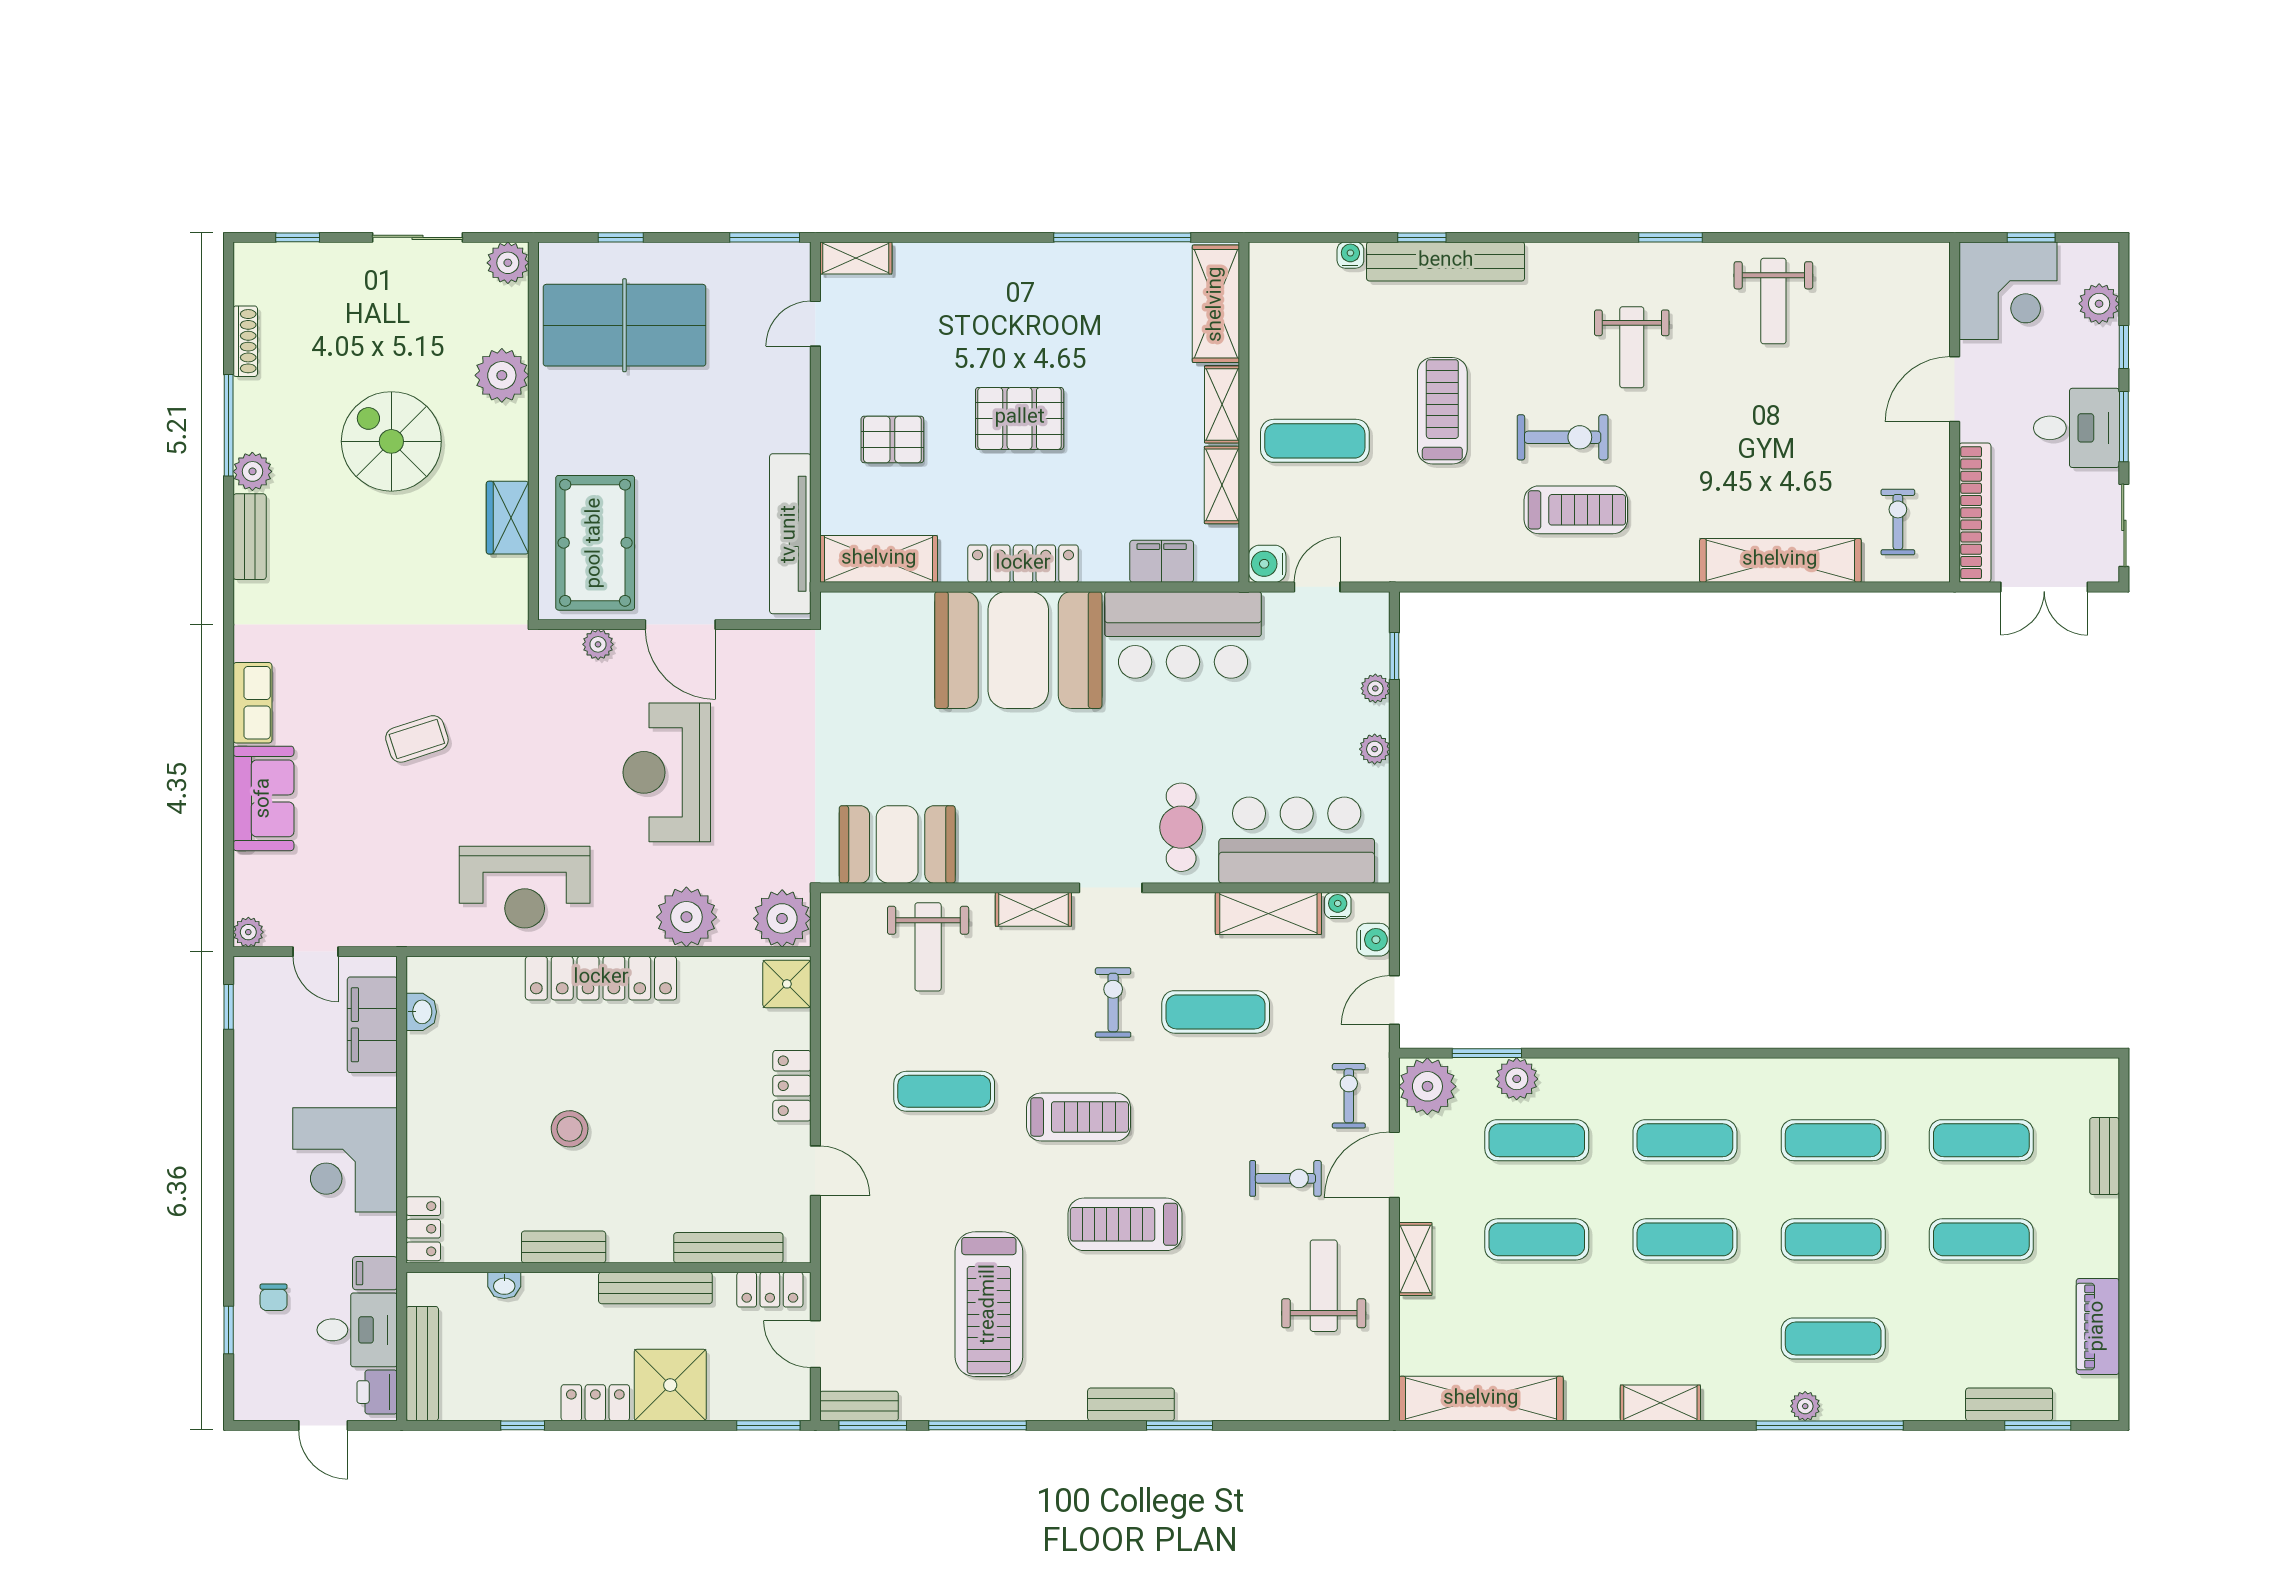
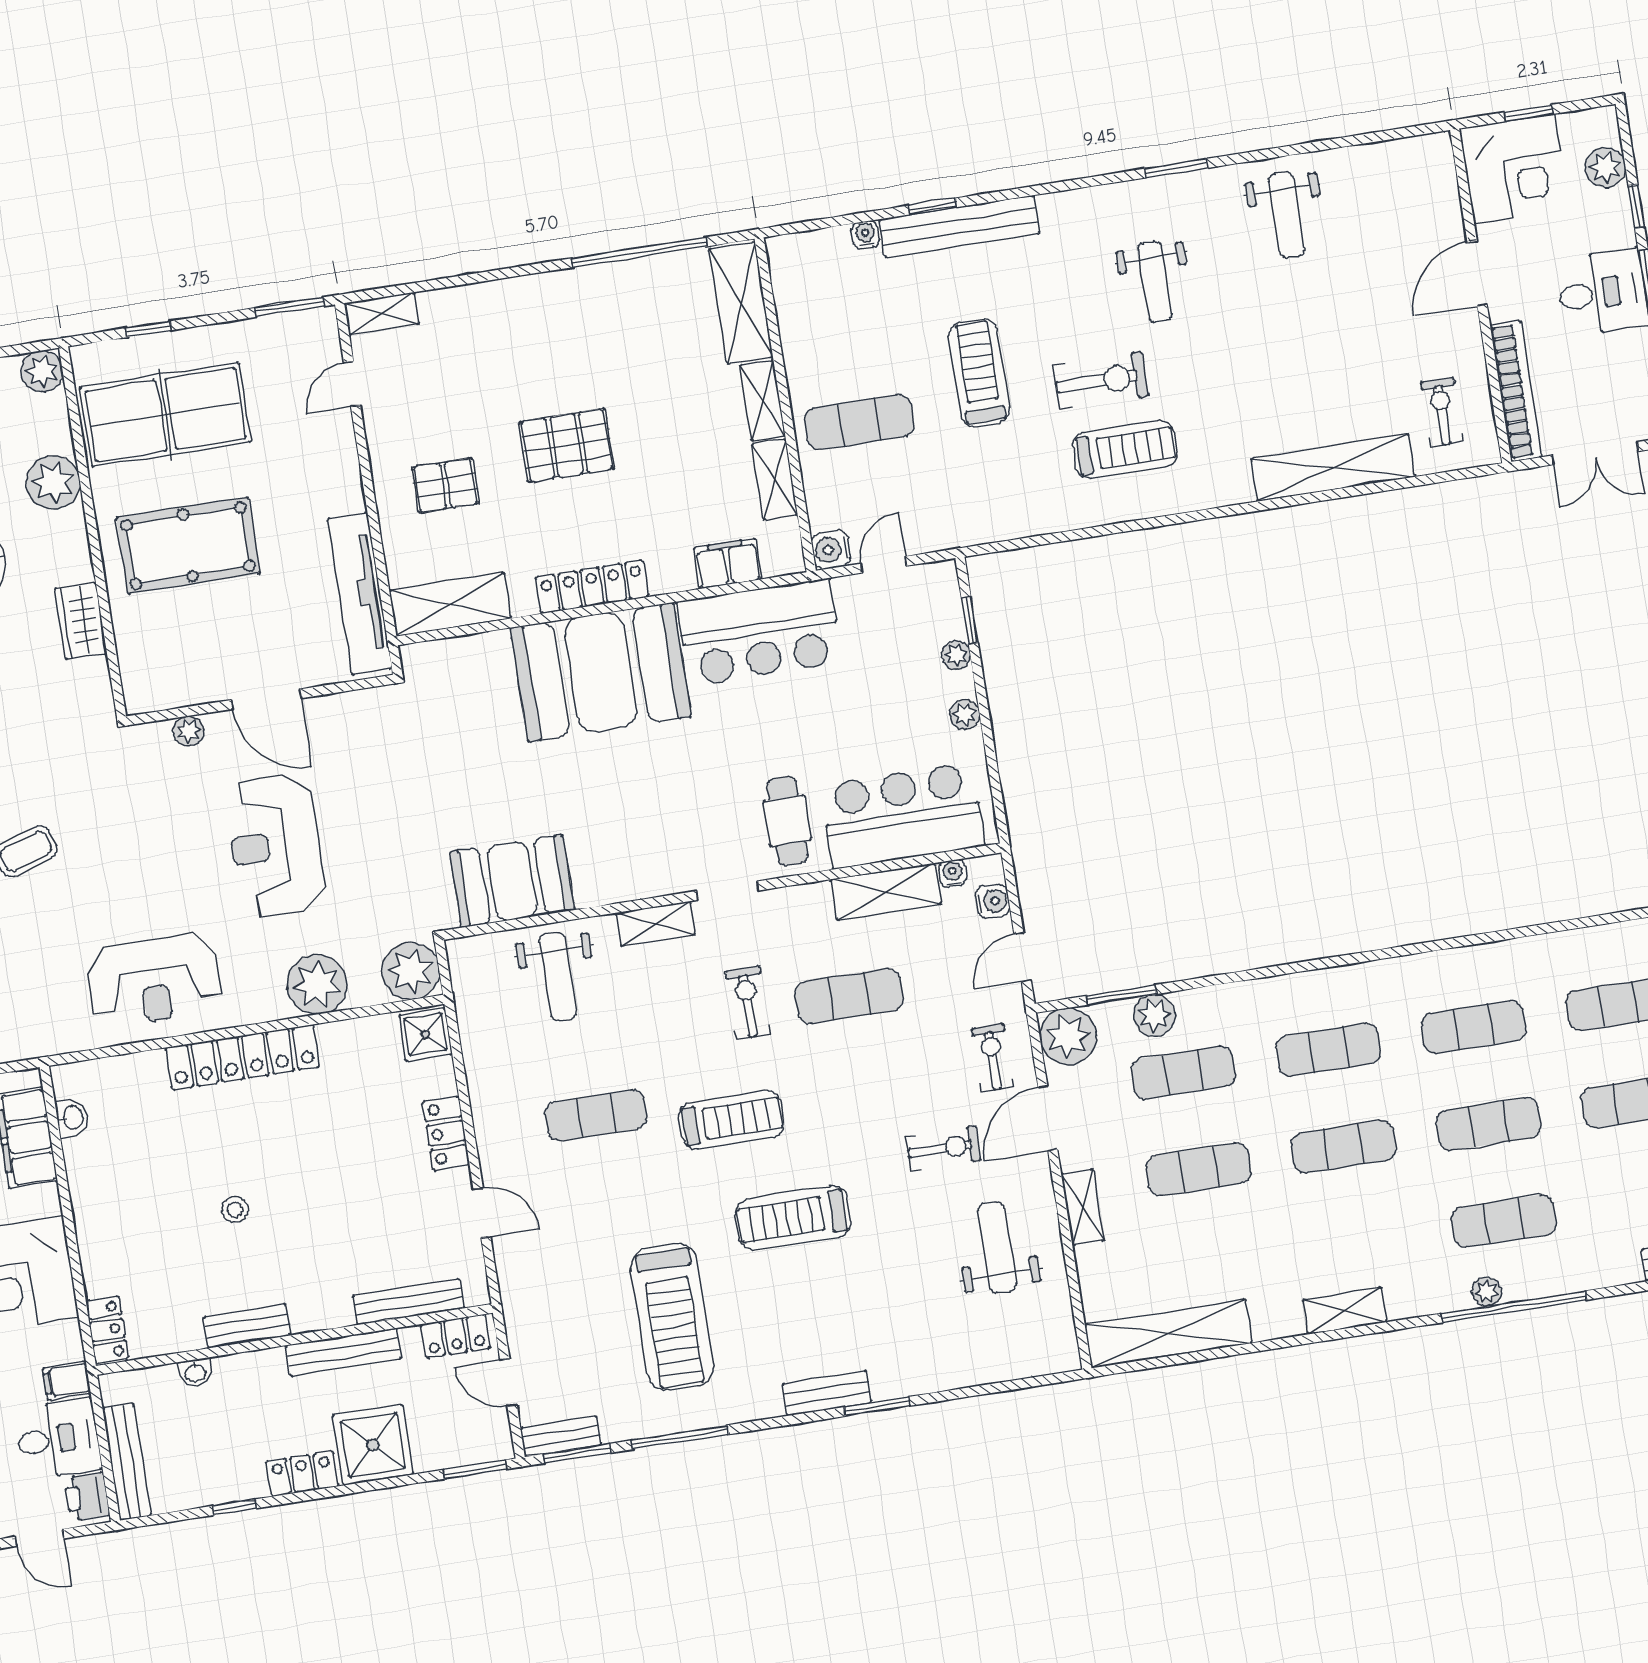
pool table: (595, 543) -> (188, 546), moved, turned 90
stool: (570, 1129) -> (235, 1210), width x0.73, depth x0.73

